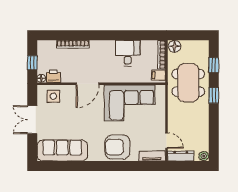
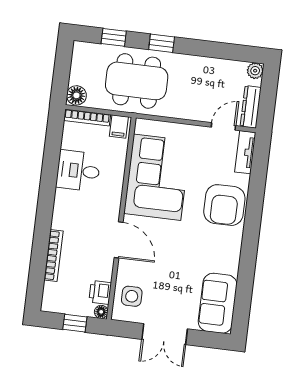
sofa: (62, 150) -> (218, 303), width x0.73

